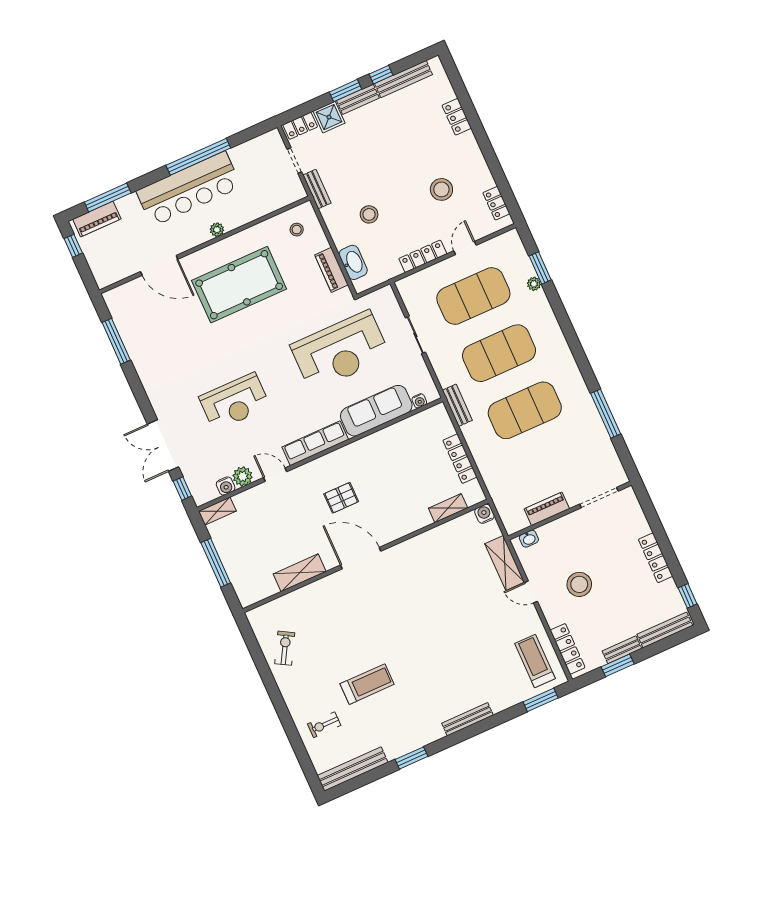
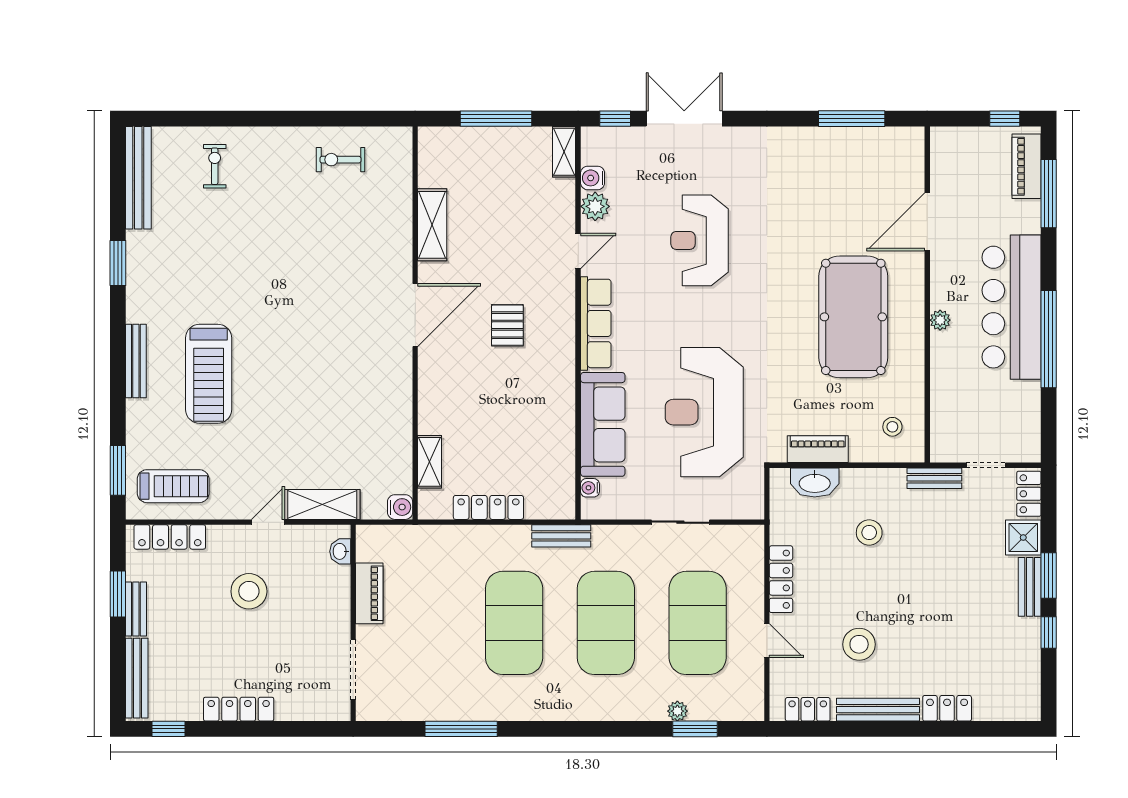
bench: (403, 79) -> (878, 710), moved, turned 90
exercise bike: (285, 648) -> (340, 160), turned 150
treadmill: (367, 684) -> (209, 374), moved, width x1.37, depth x1.38

